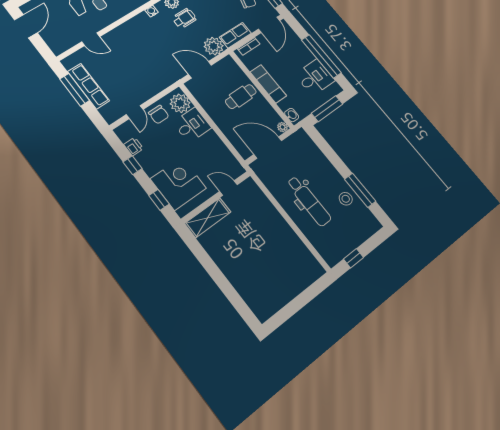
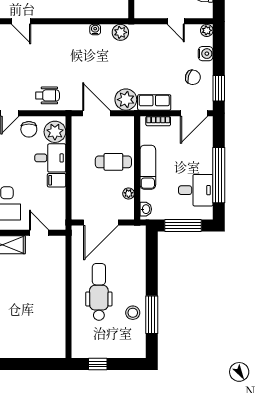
wheelchair: (184, 18) -> (47, 95), moved
plant: (282, 127) -> (129, 194), moved
filing cabinet: (210, 139) -> (57, 180), added
door: (268, 148) -> (101, 223), swing flipped
dental chair: (309, 201) -> (99, 292), turned 180

